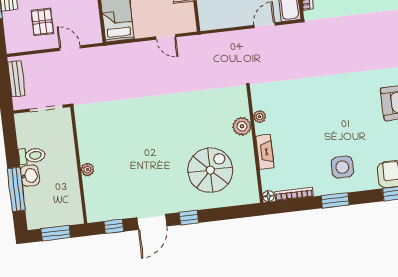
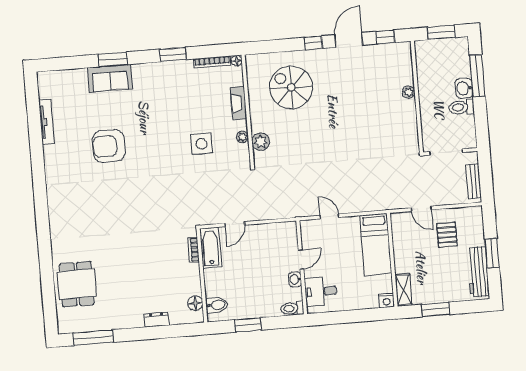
plant: (242, 126) -> (261, 142), moved
side table: (342, 167) -> (201, 144), moved
spiral stairs: (210, 170) -> (291, 87), turned 90

